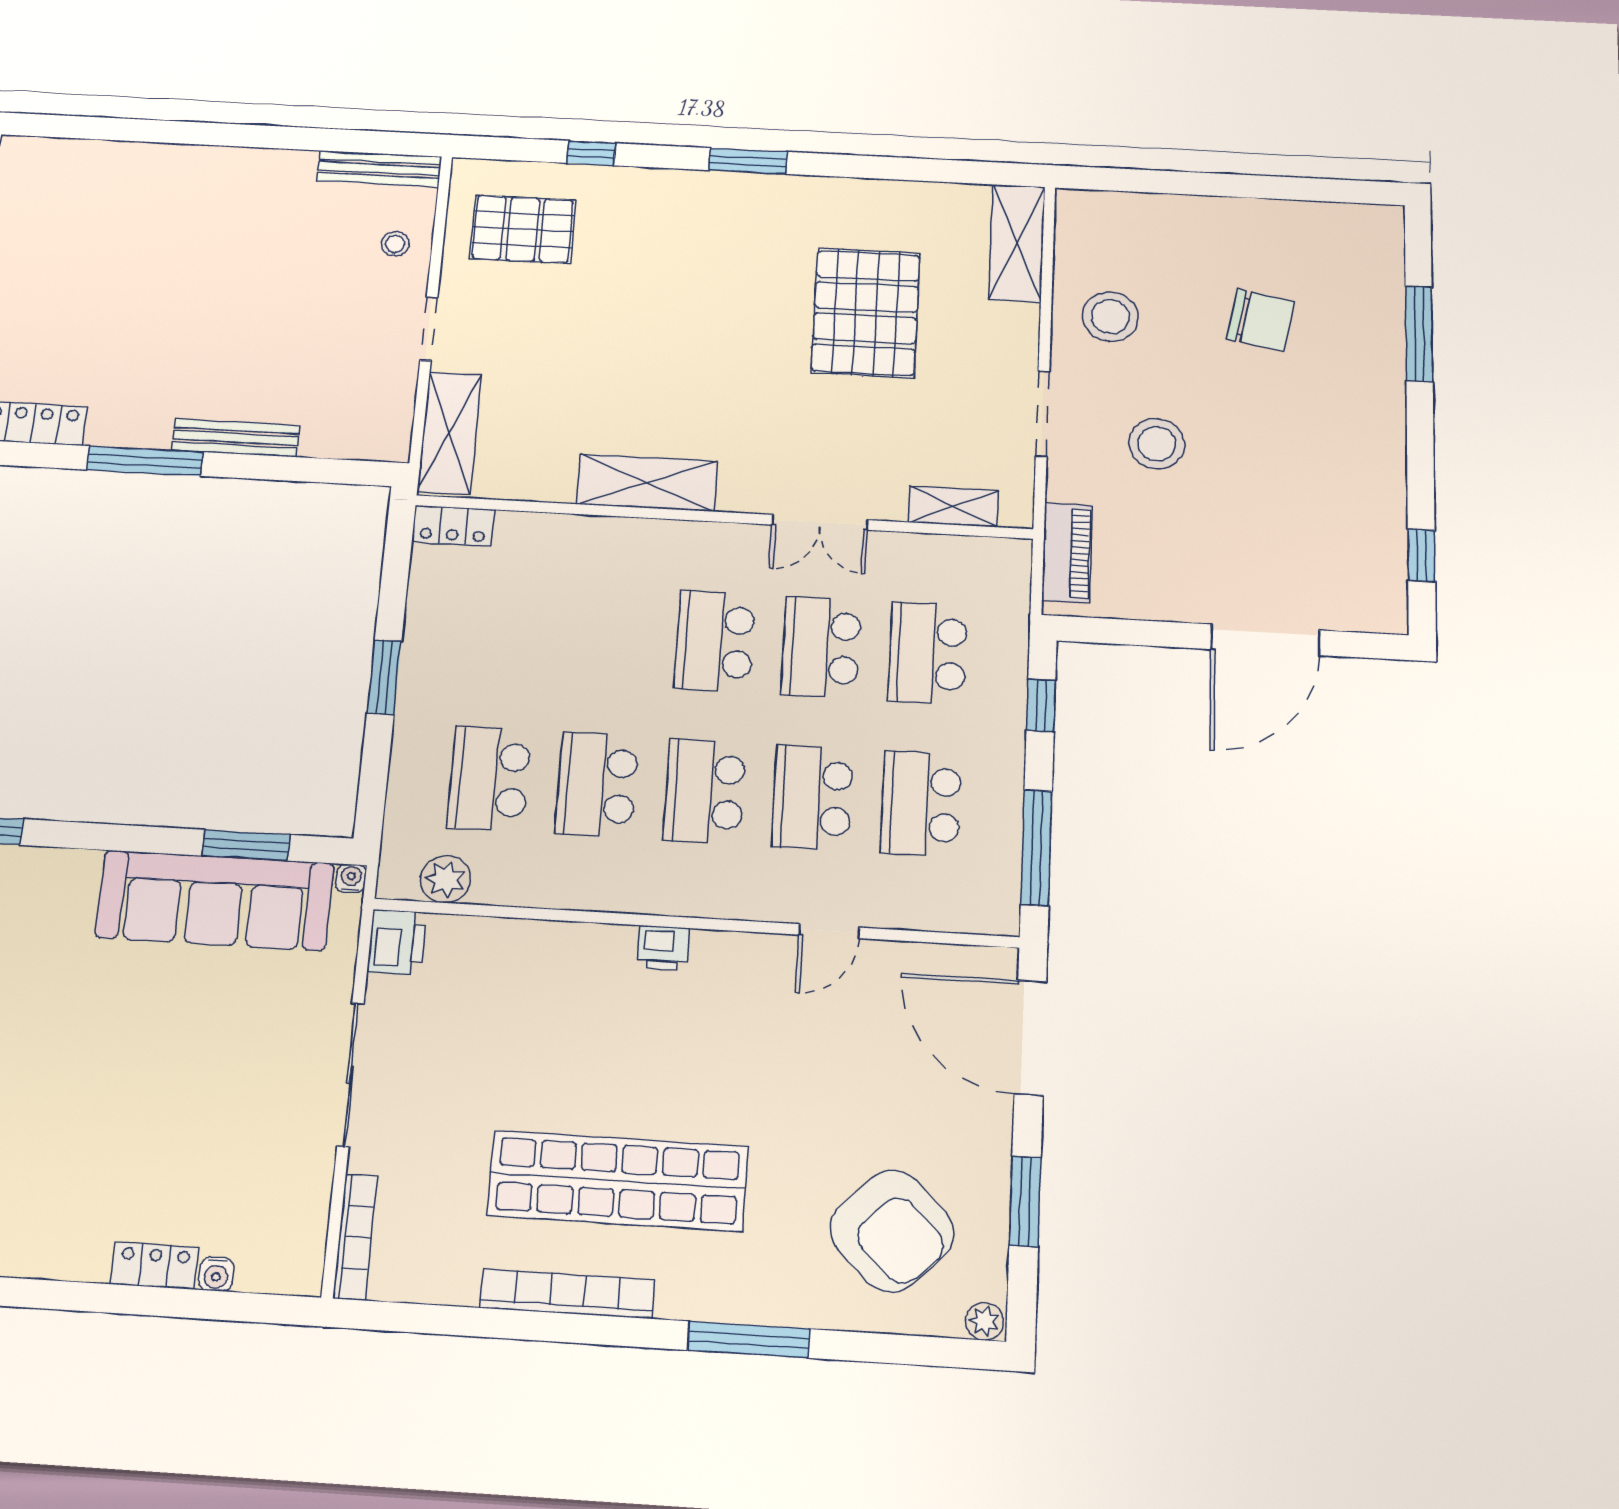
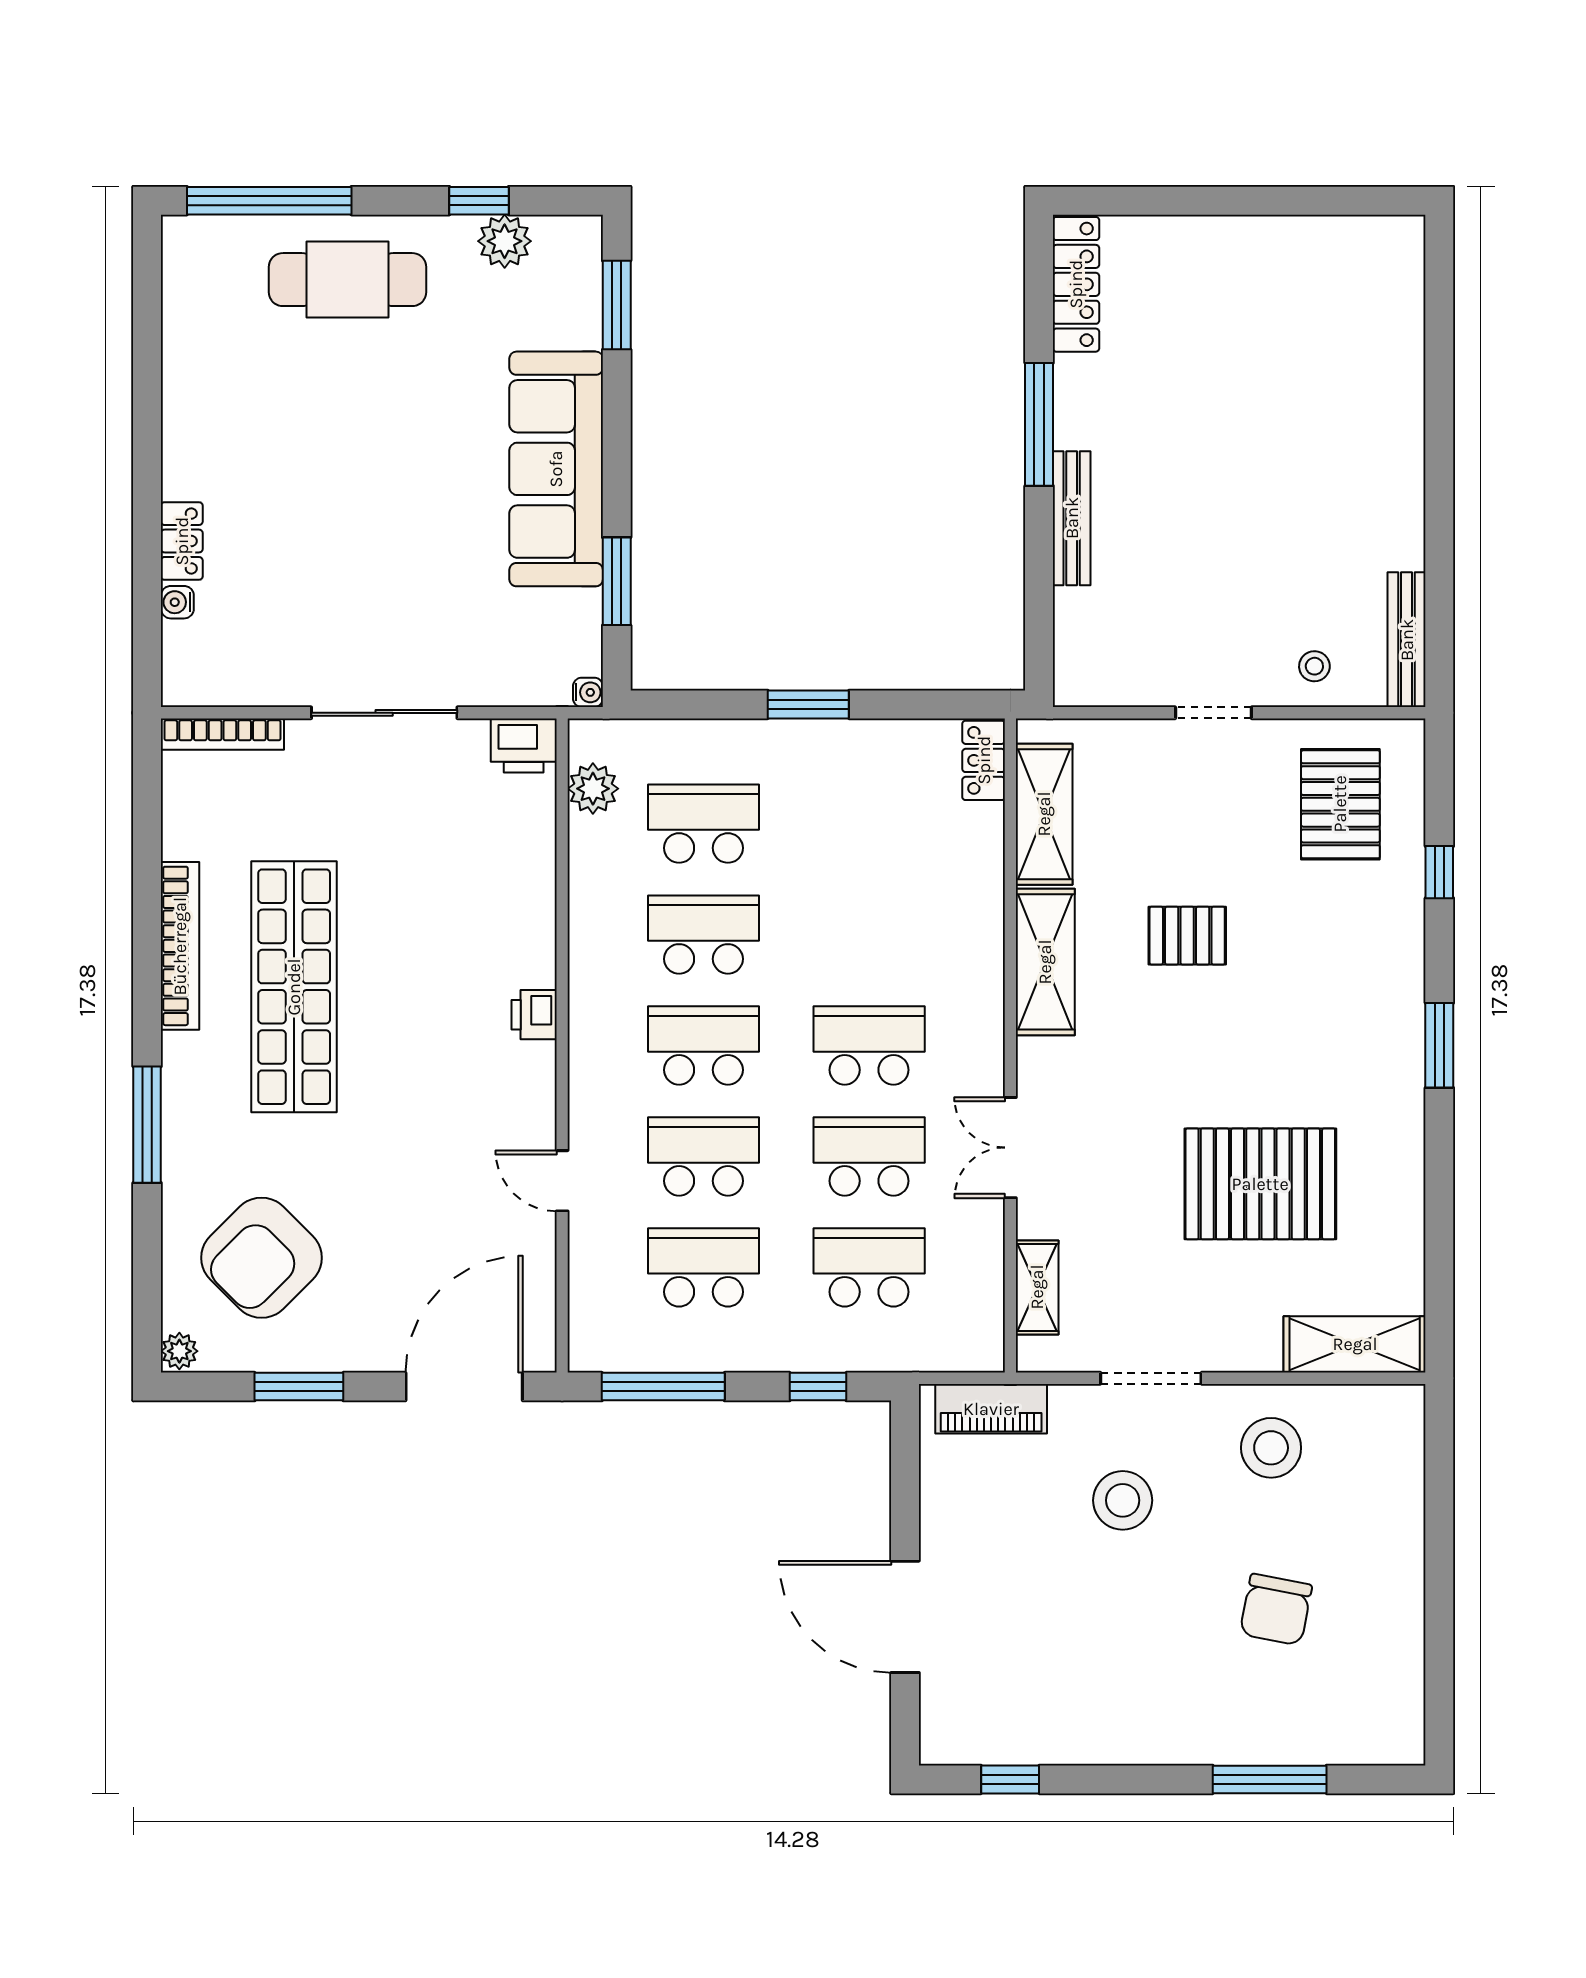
pallet: (632, 361) -> (1187, 936), added
shelving: (449, 433) -> (1044, 814), moved, turned 90
sofa: (215, 900) -> (556, 469), moved

